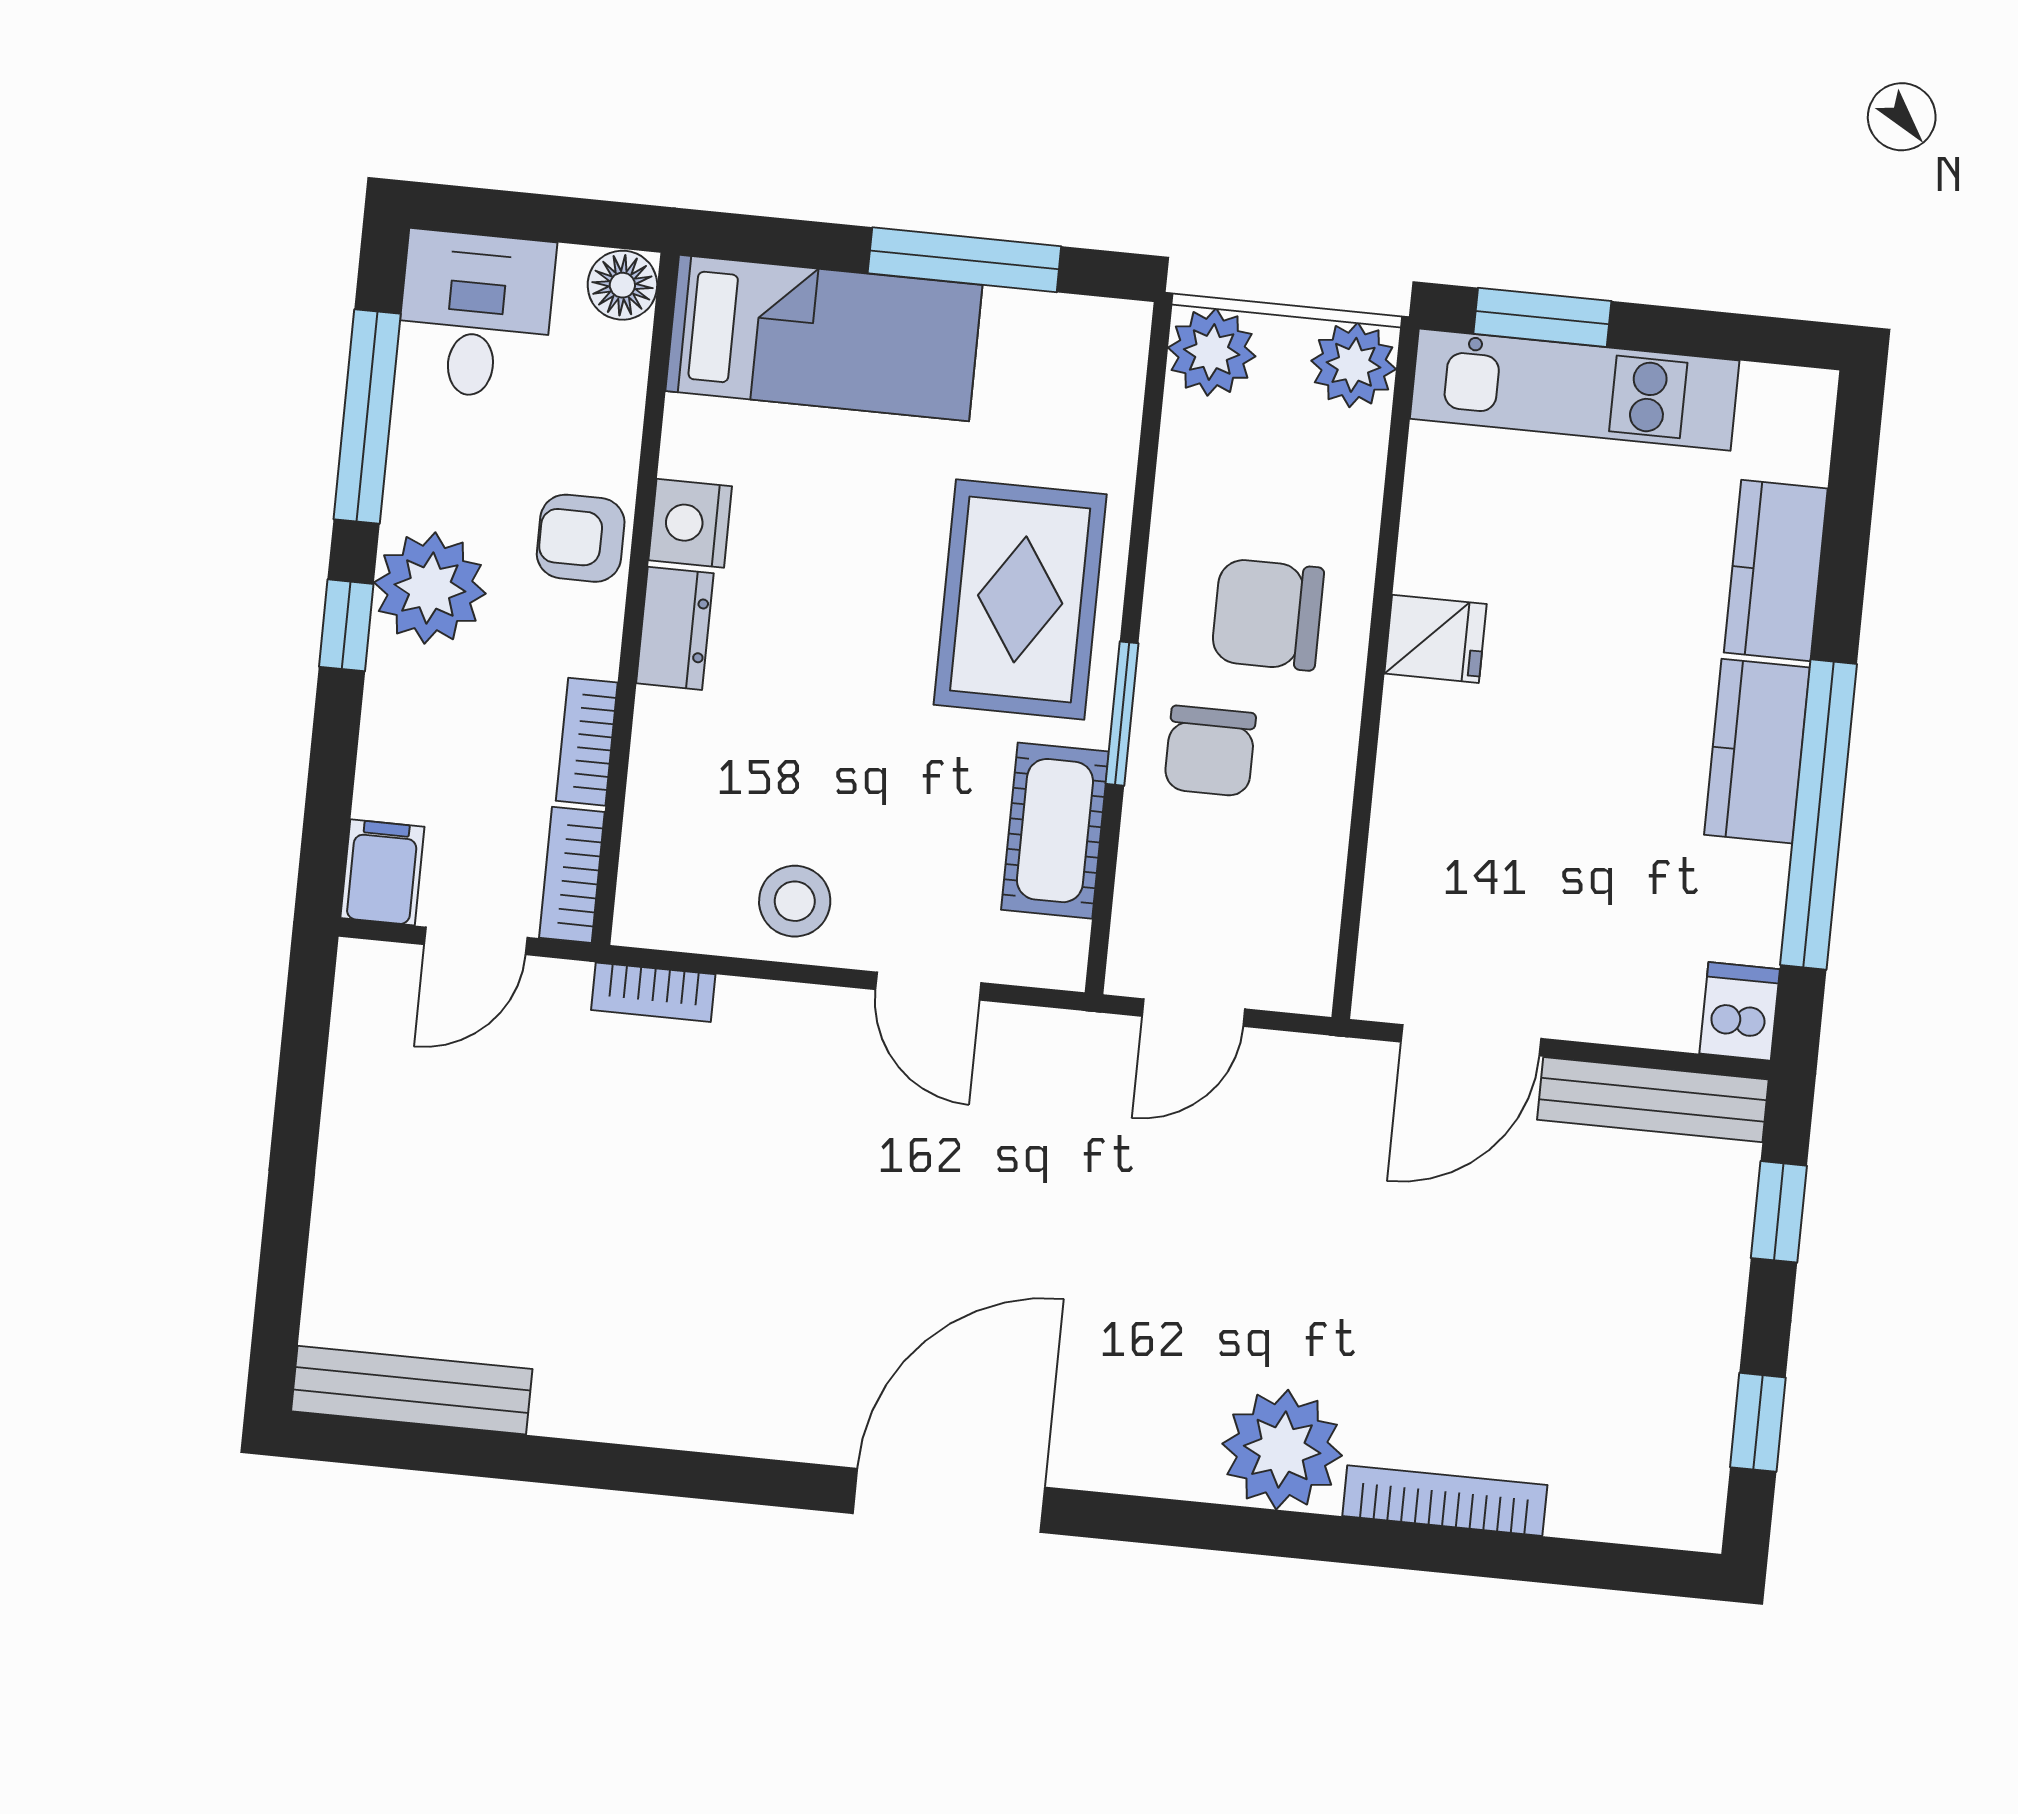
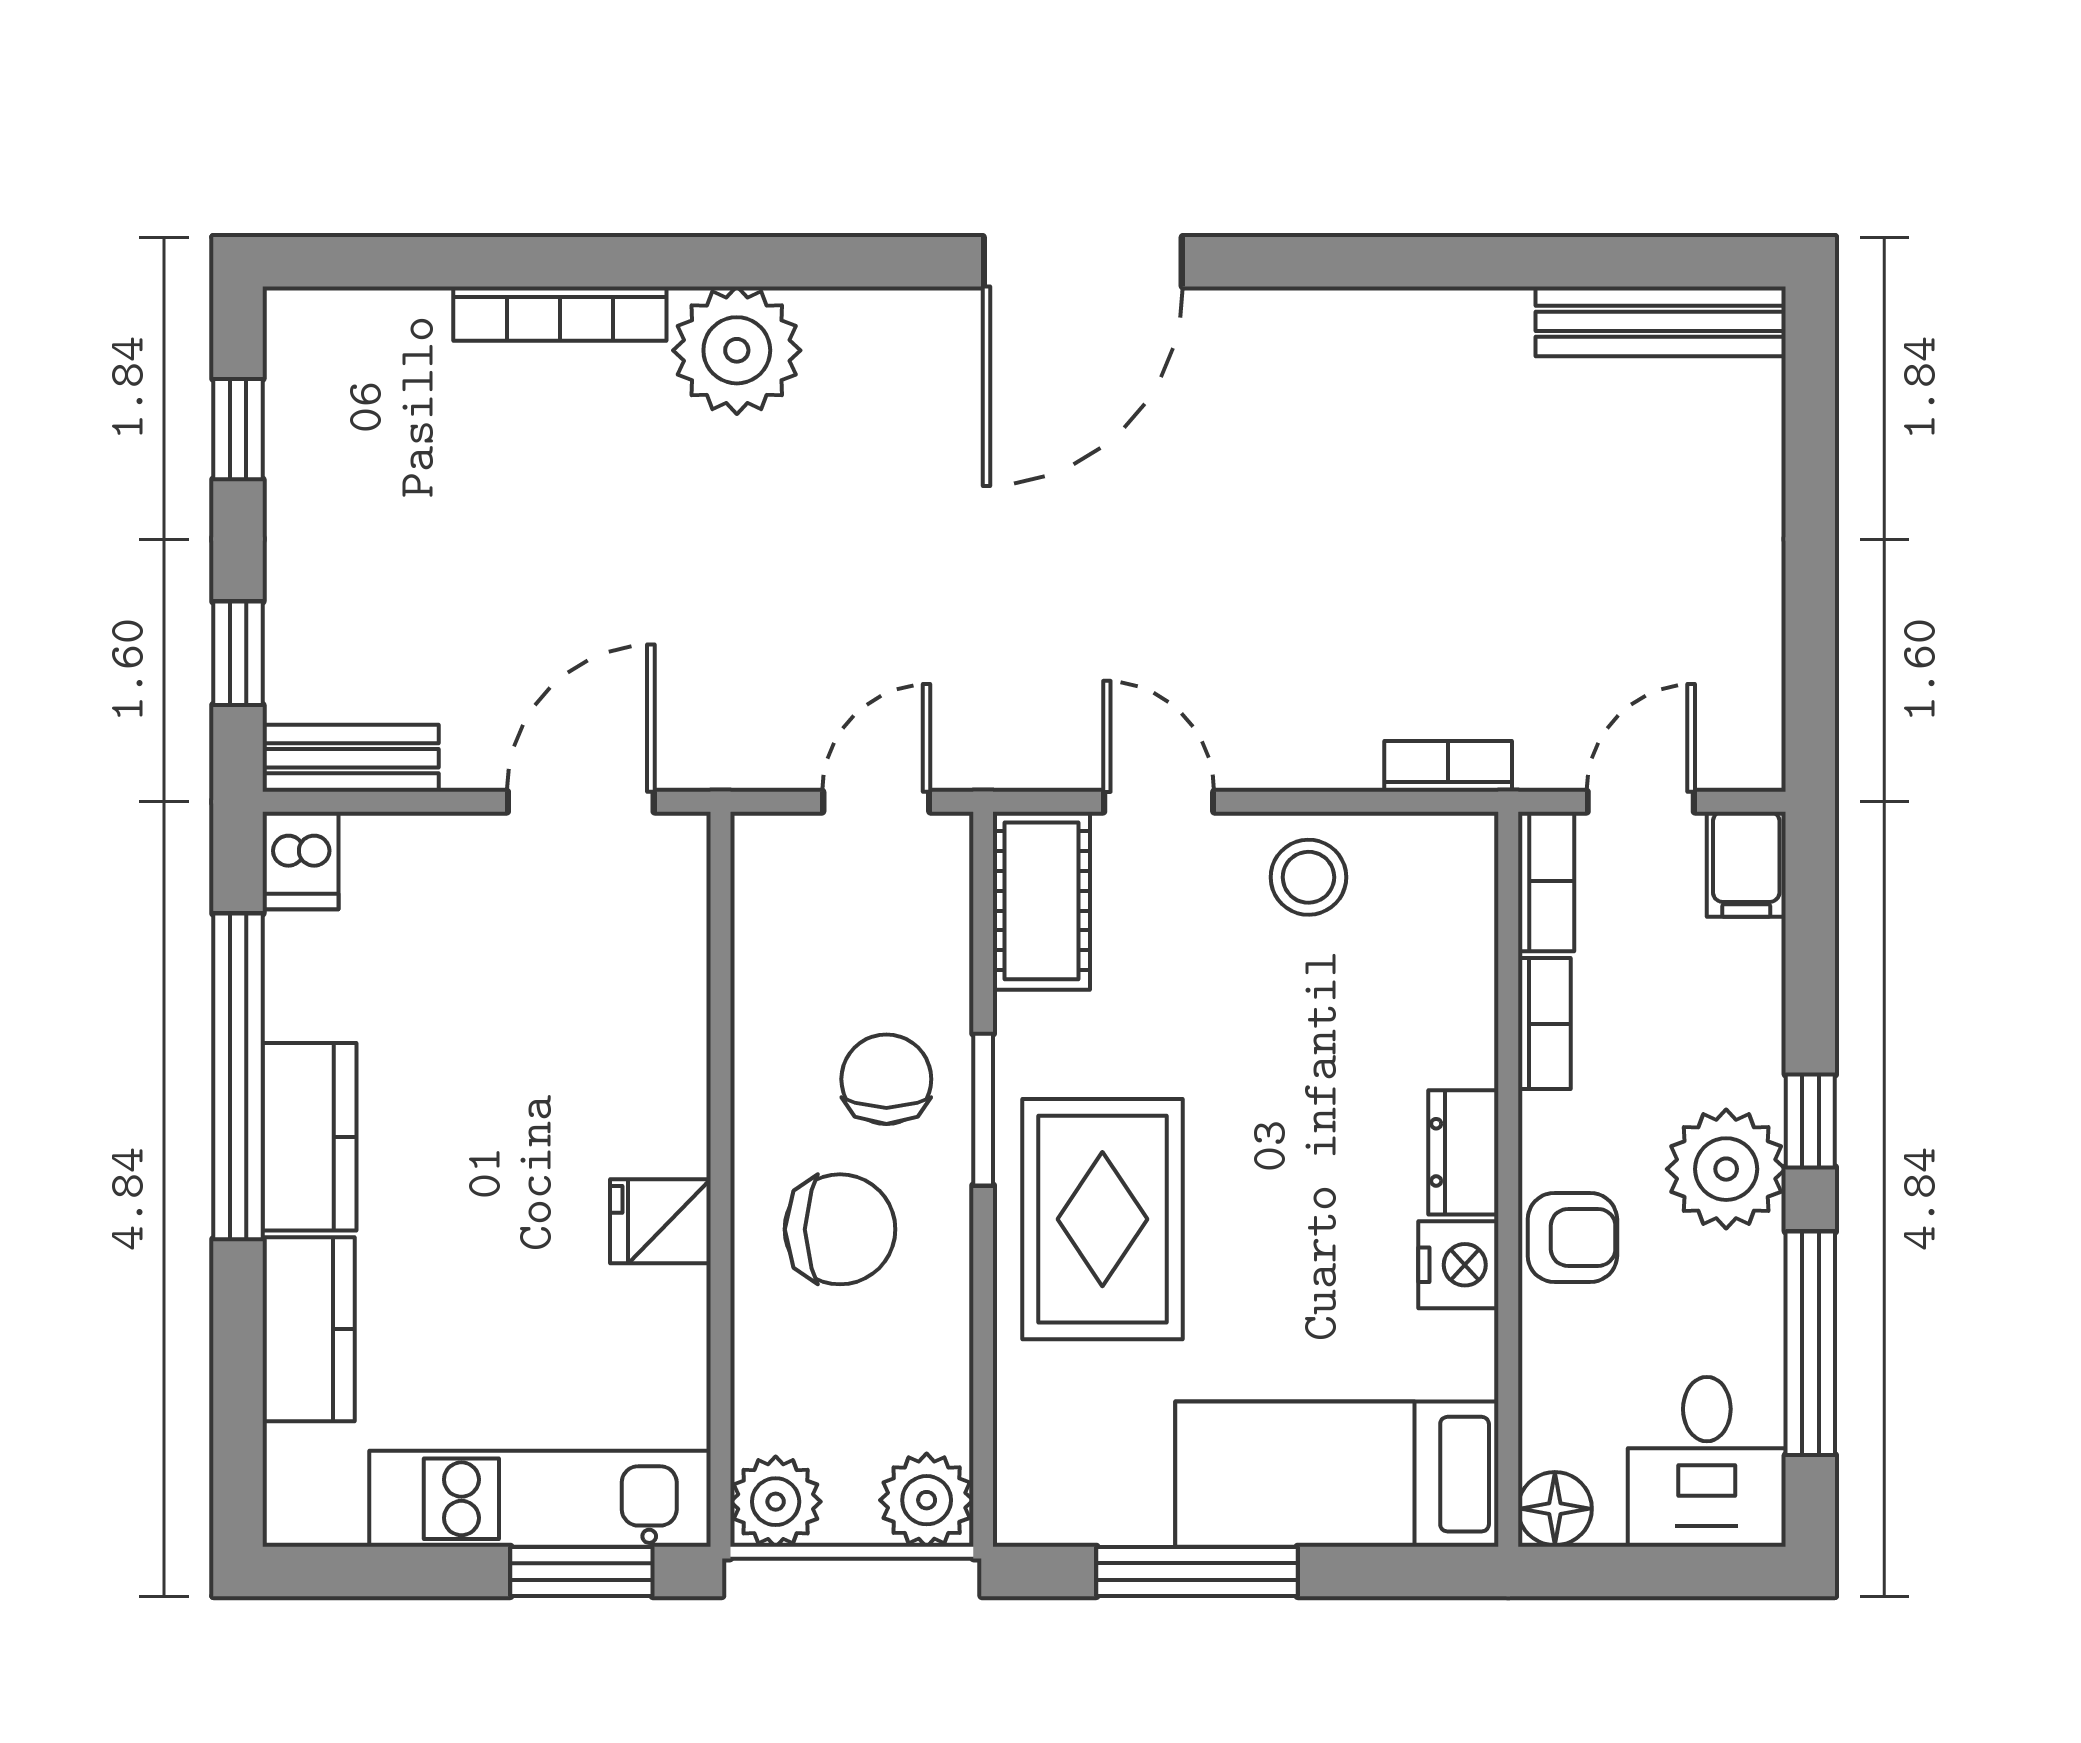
cot: (1055, 831) -> (1041, 901), moved
bench: (1653, 1100) -> (351, 758), width x0.73

